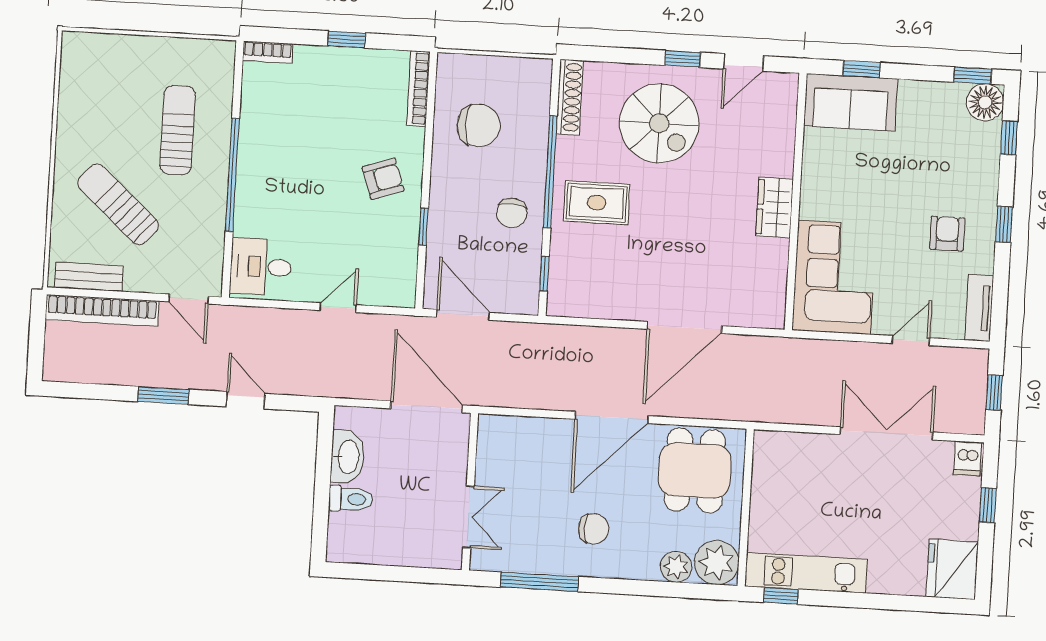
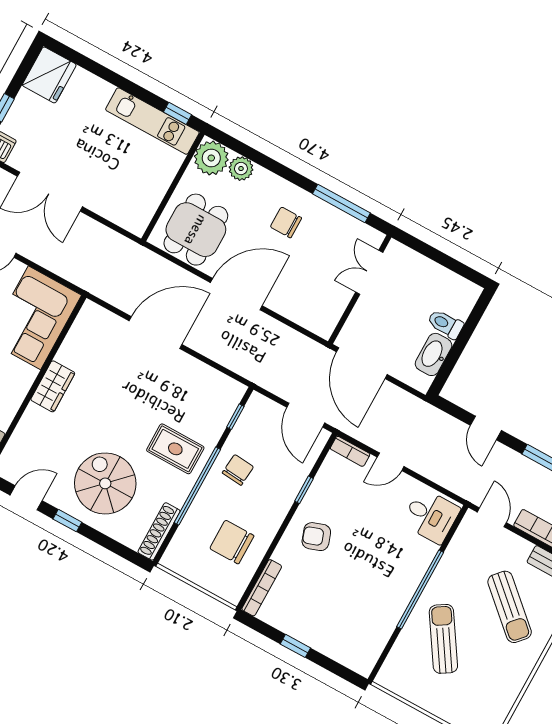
bookcase: (268, 52) -> (350, 451), moved, turned 180
sun lounger: (178, 130) -> (443, 639), turned 147

